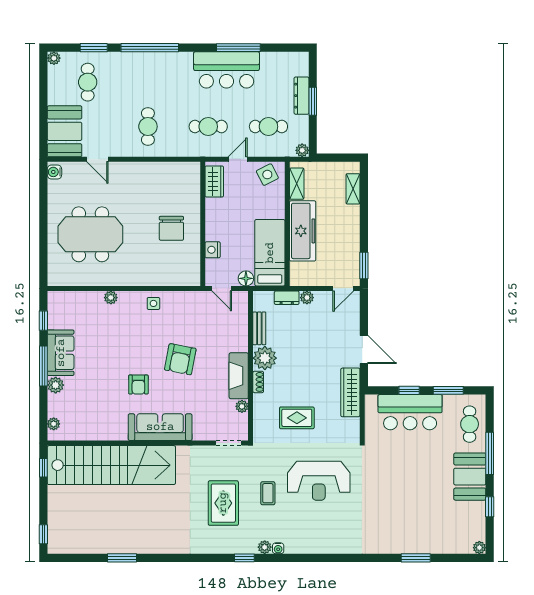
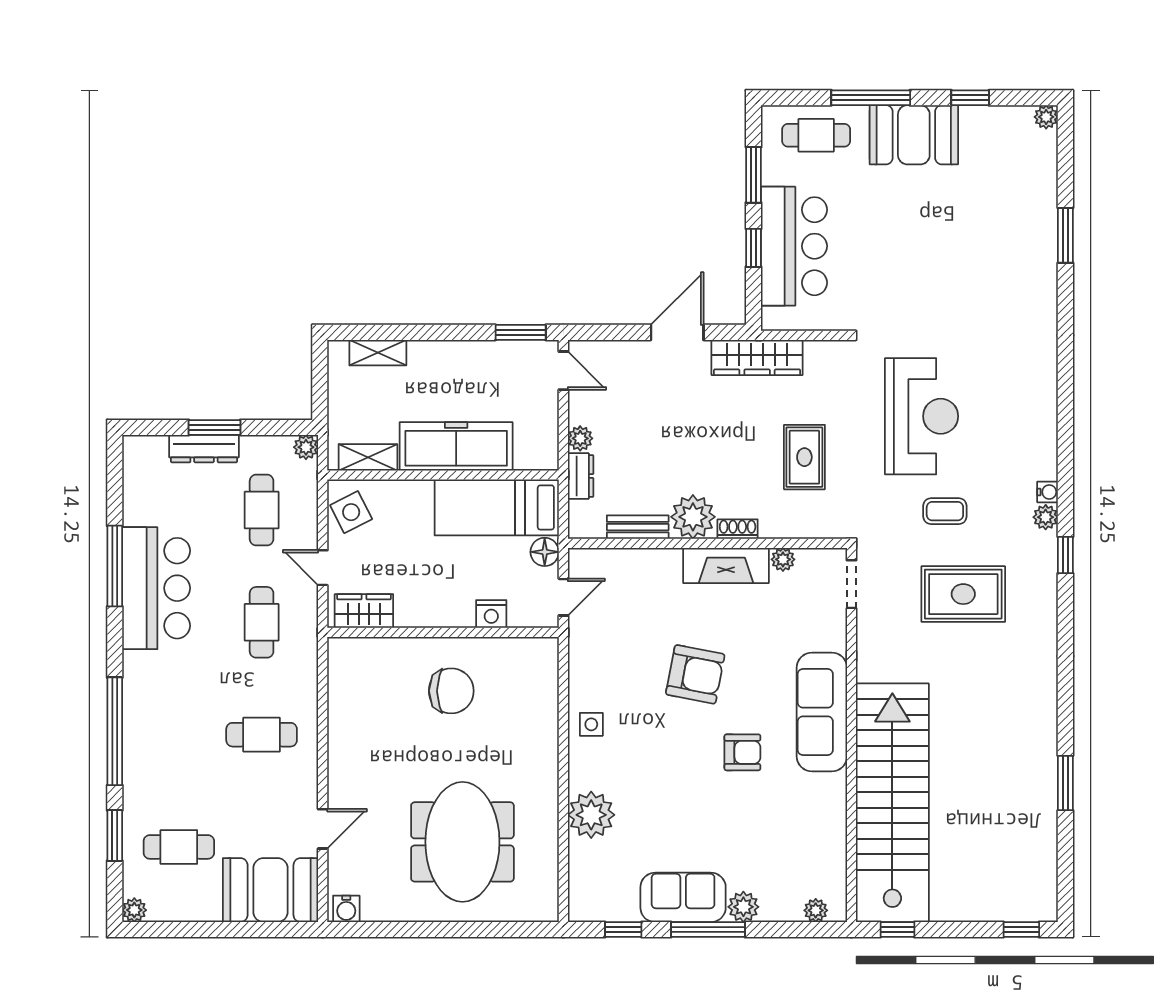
plant: (111, 298) -> (591, 815), width x1.87, depth x1.87

